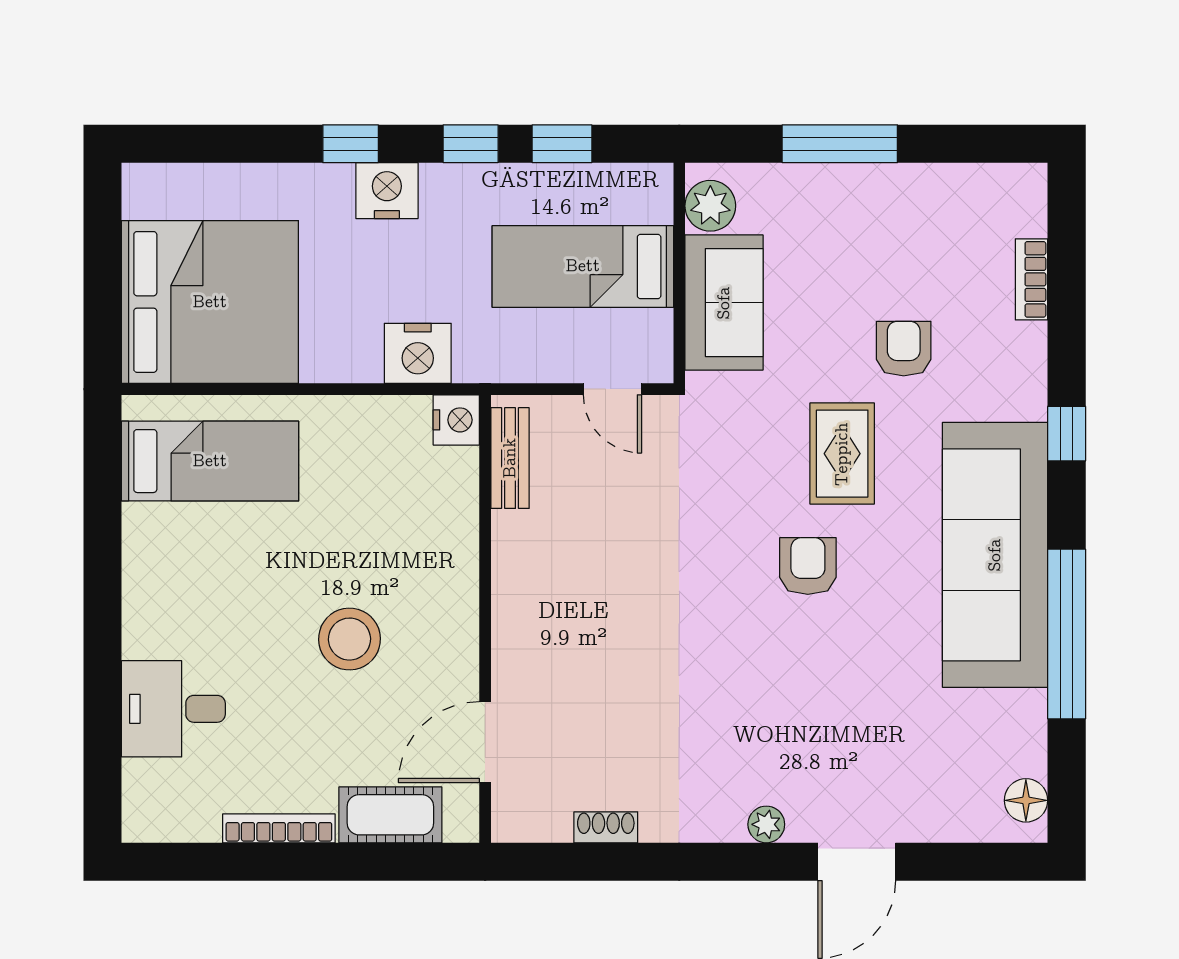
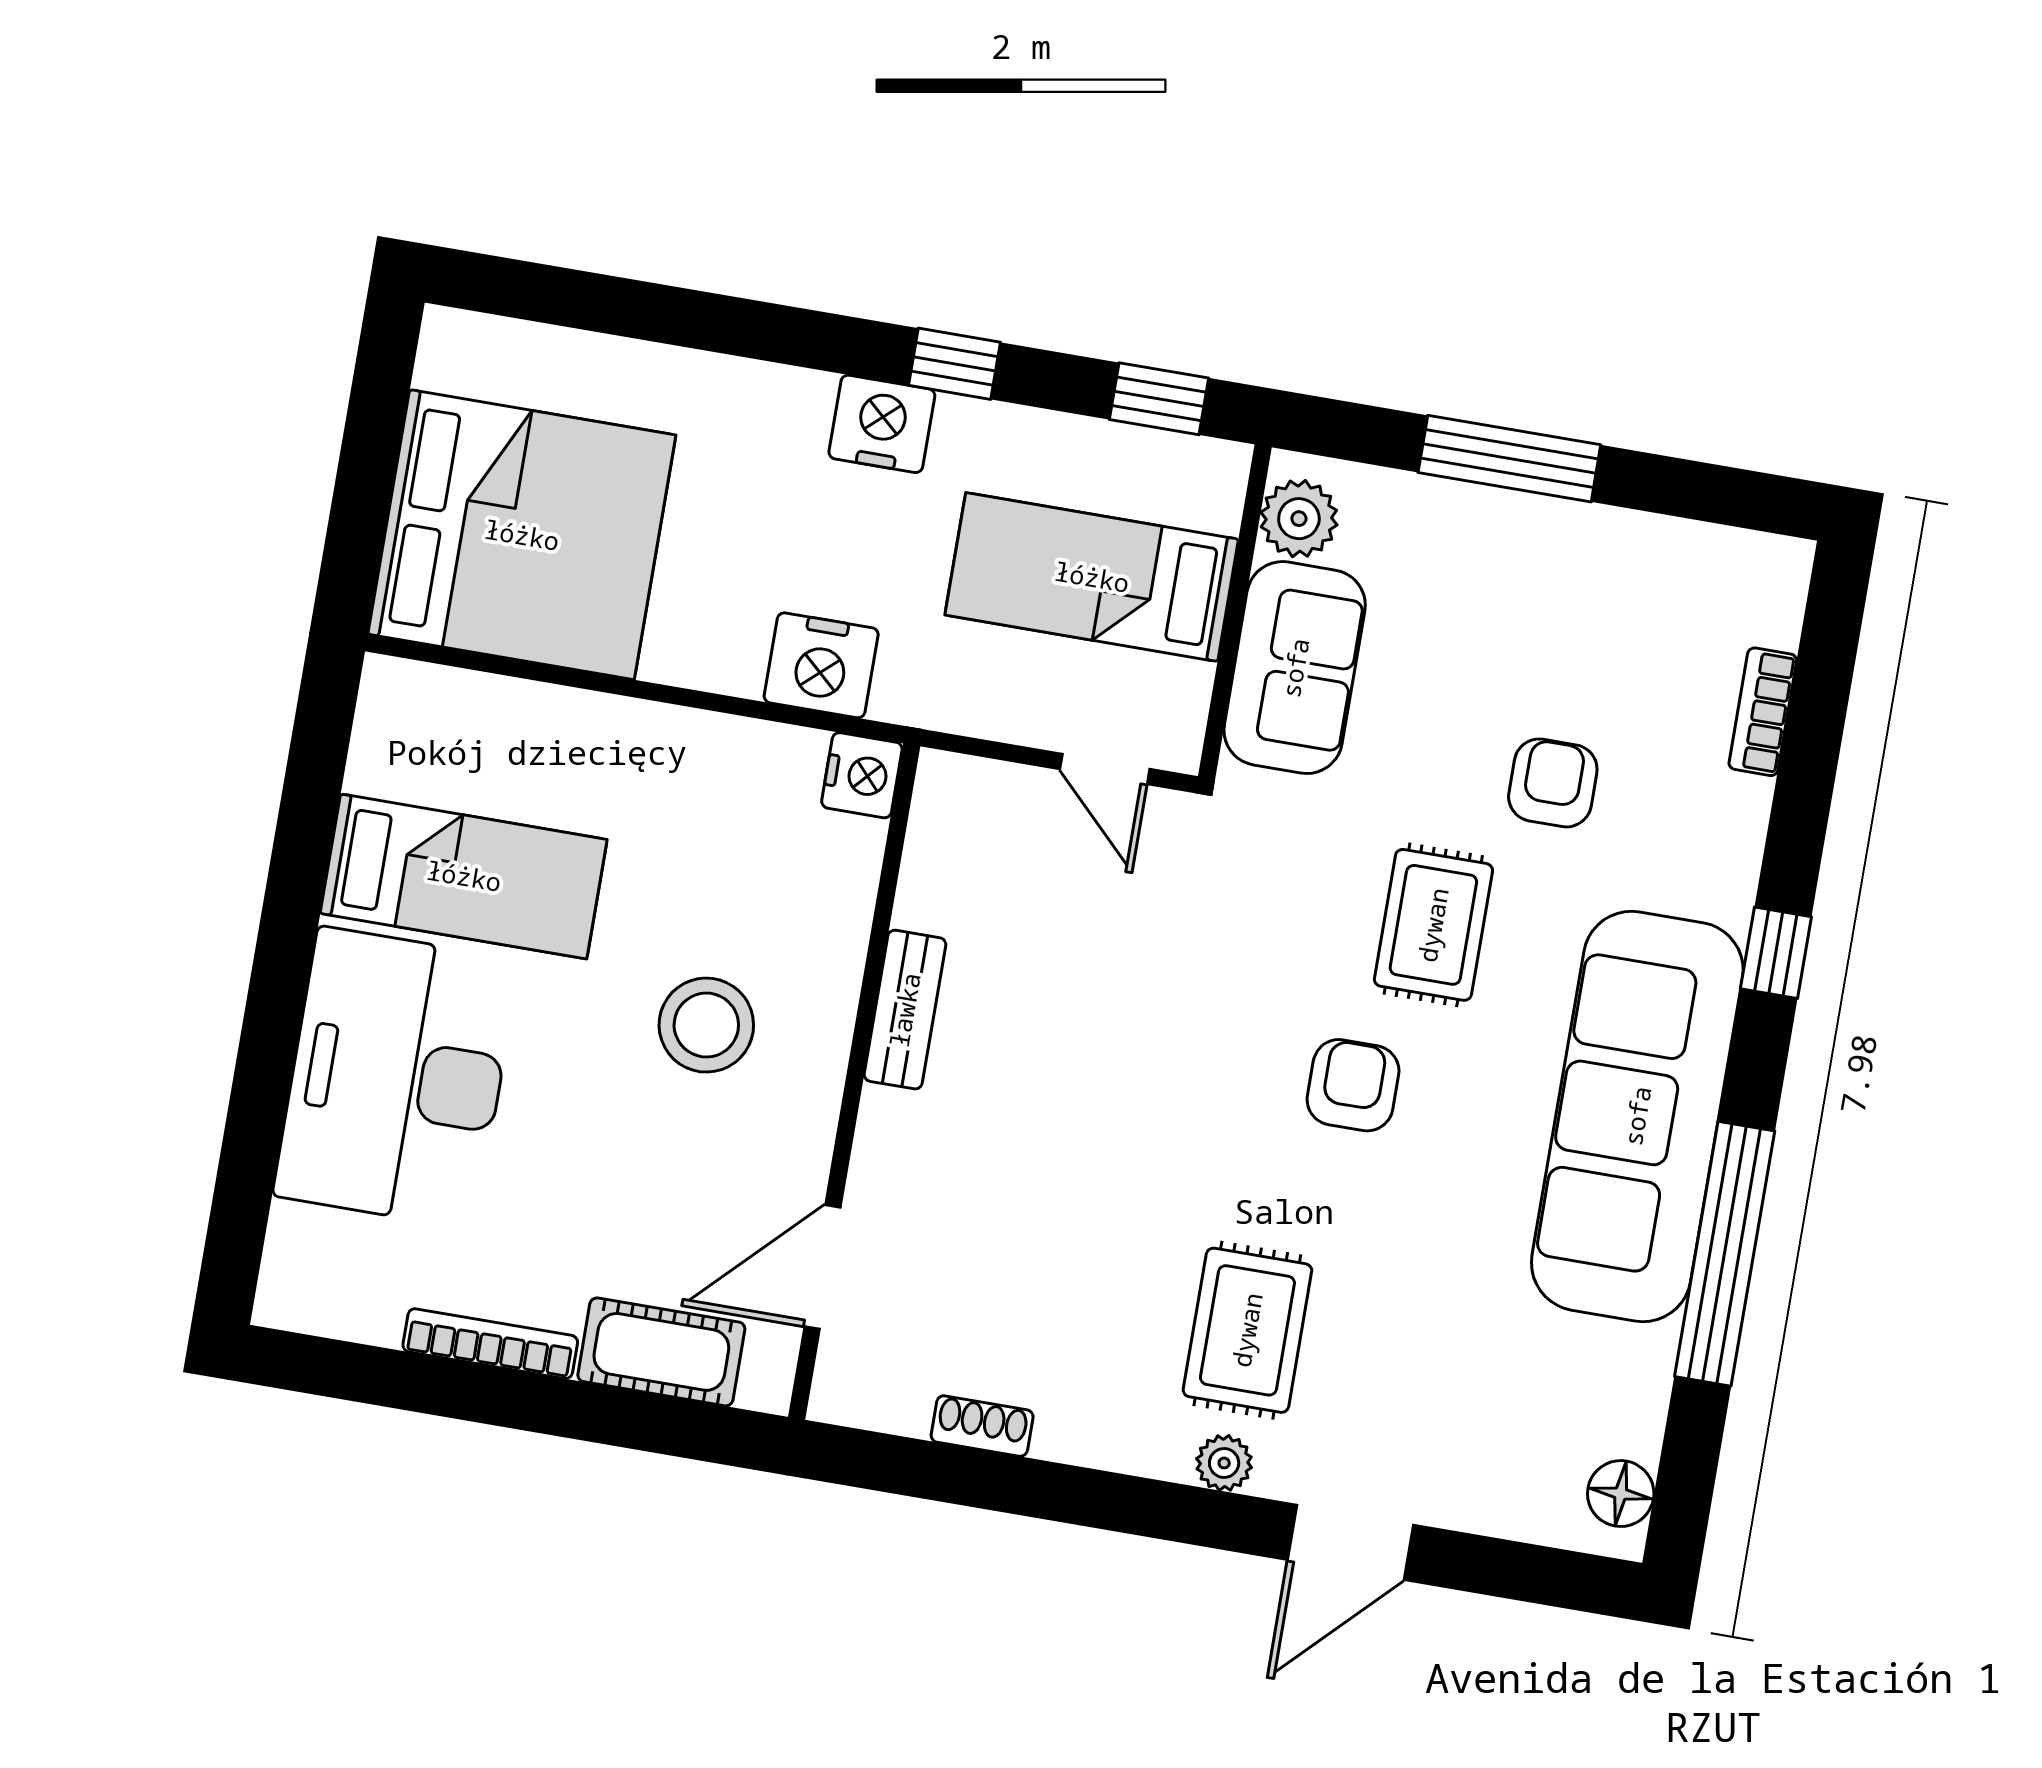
window: (351, 144) -> (774, 333), removed
window: (562, 144) -> (1159, 399), moved
nightstand: (387, 191) -> (882, 424), moved
bench: (510, 458) -> (905, 1010), moved
bed: (210, 461) -> (464, 876), moved
stool: (349, 639) -> (706, 1025), moved
desk: (173, 709) -> (397, 1078), width x1.87, depth x1.30
rug: (767, 736) -> (1247, 1330), added

